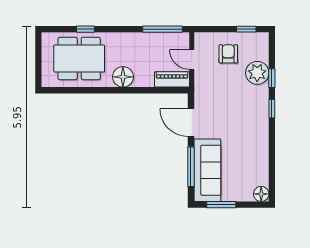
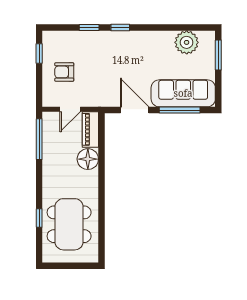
plant: (257, 73) -> (187, 42), moved
floor lamp: (123, 77) -> (88, 159), moved
door: (191, 123) -> (135, 110), swing flipped
floor lamp: (261, 194) -> (207, 38), removed
window: (221, 205) -> (218, 55), moved

